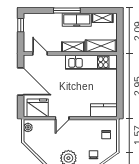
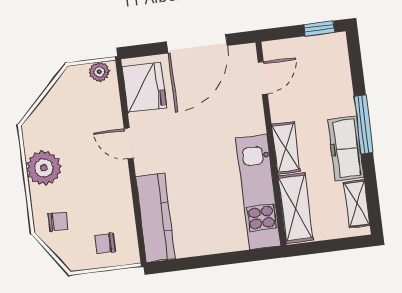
kitchen counter: (104, 110) -> (155, 218), width x1.50

